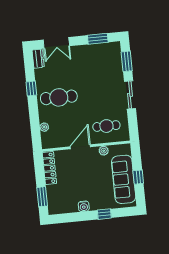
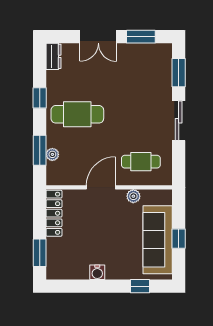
double door: (56, 43) -> (98, 37), moved
window: (35, 125) -> (40, 150), added
window: (104, 214) -> (140, 286), moved

